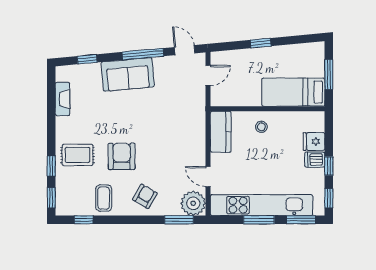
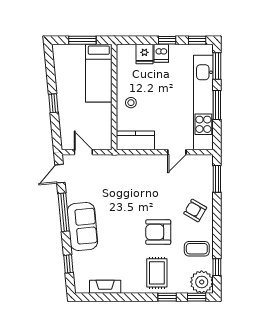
plant: (193, 203) -> (202, 282), moved

